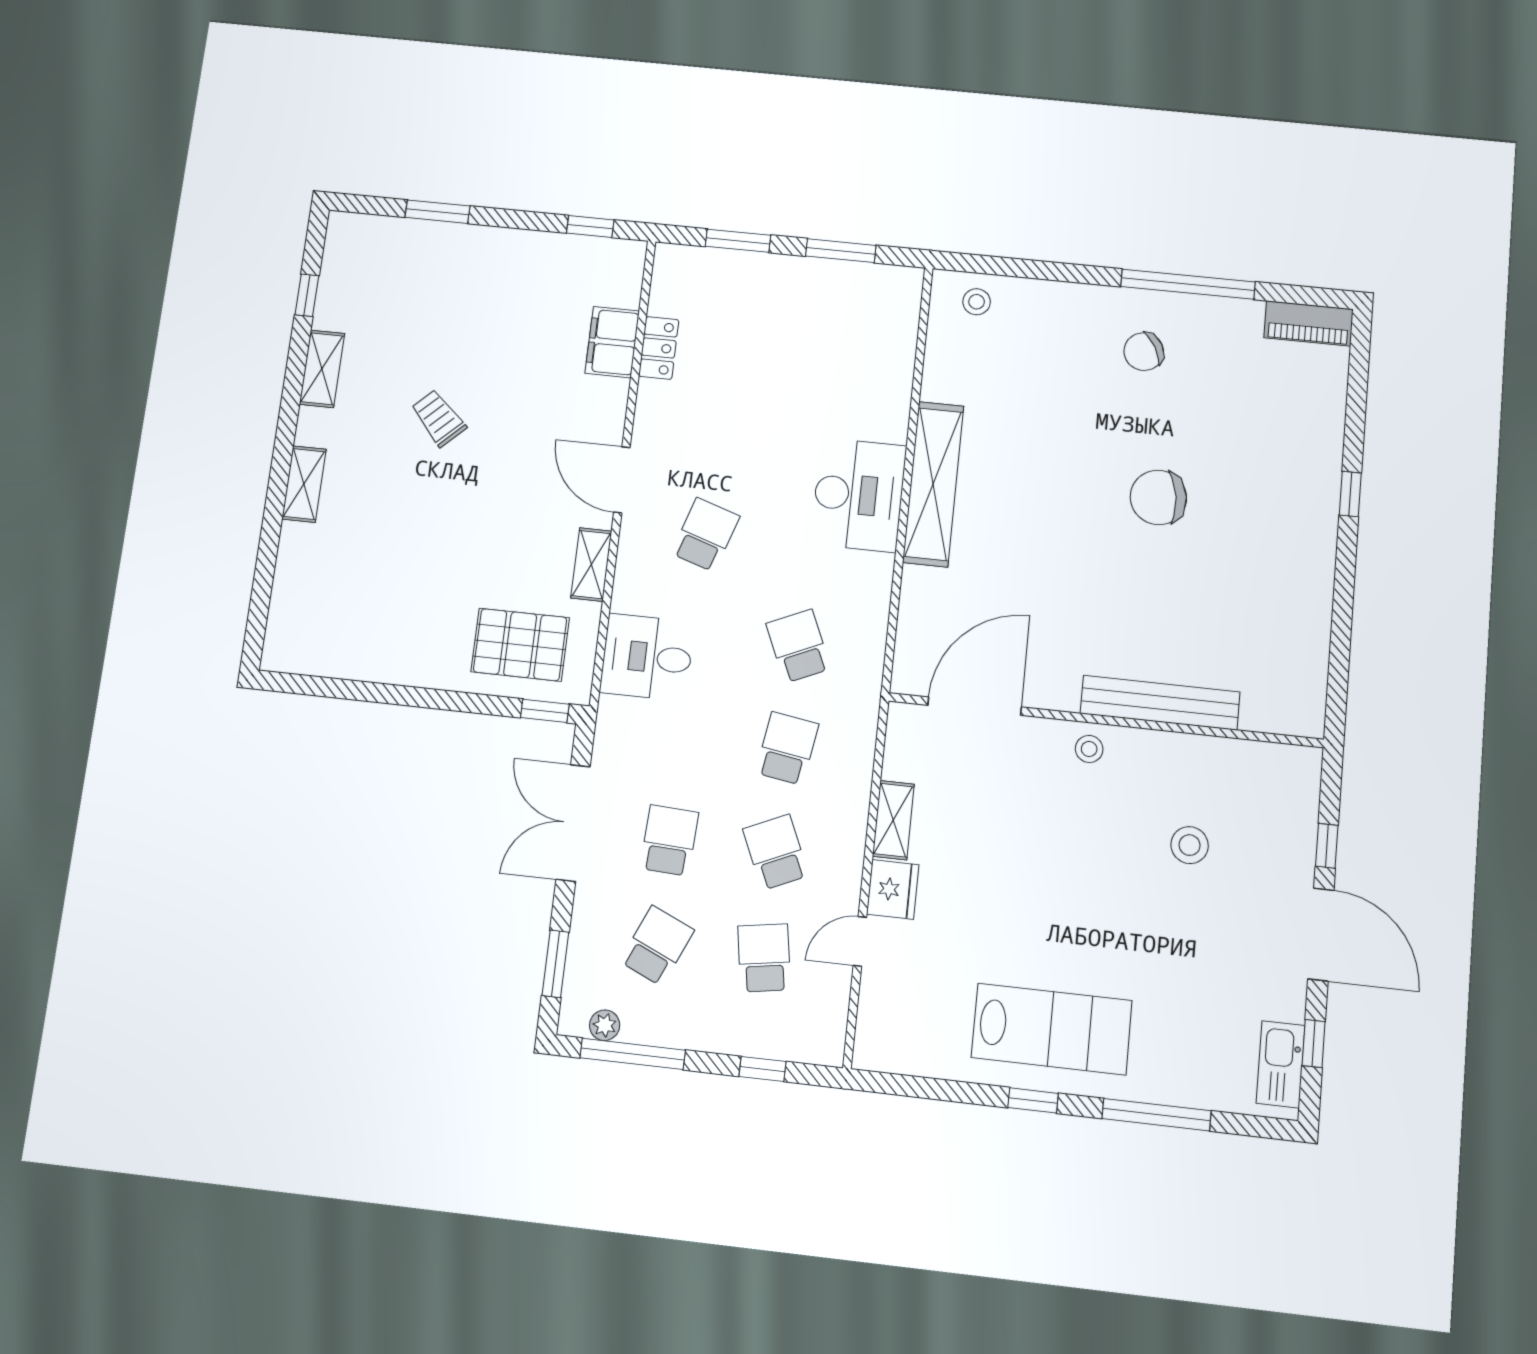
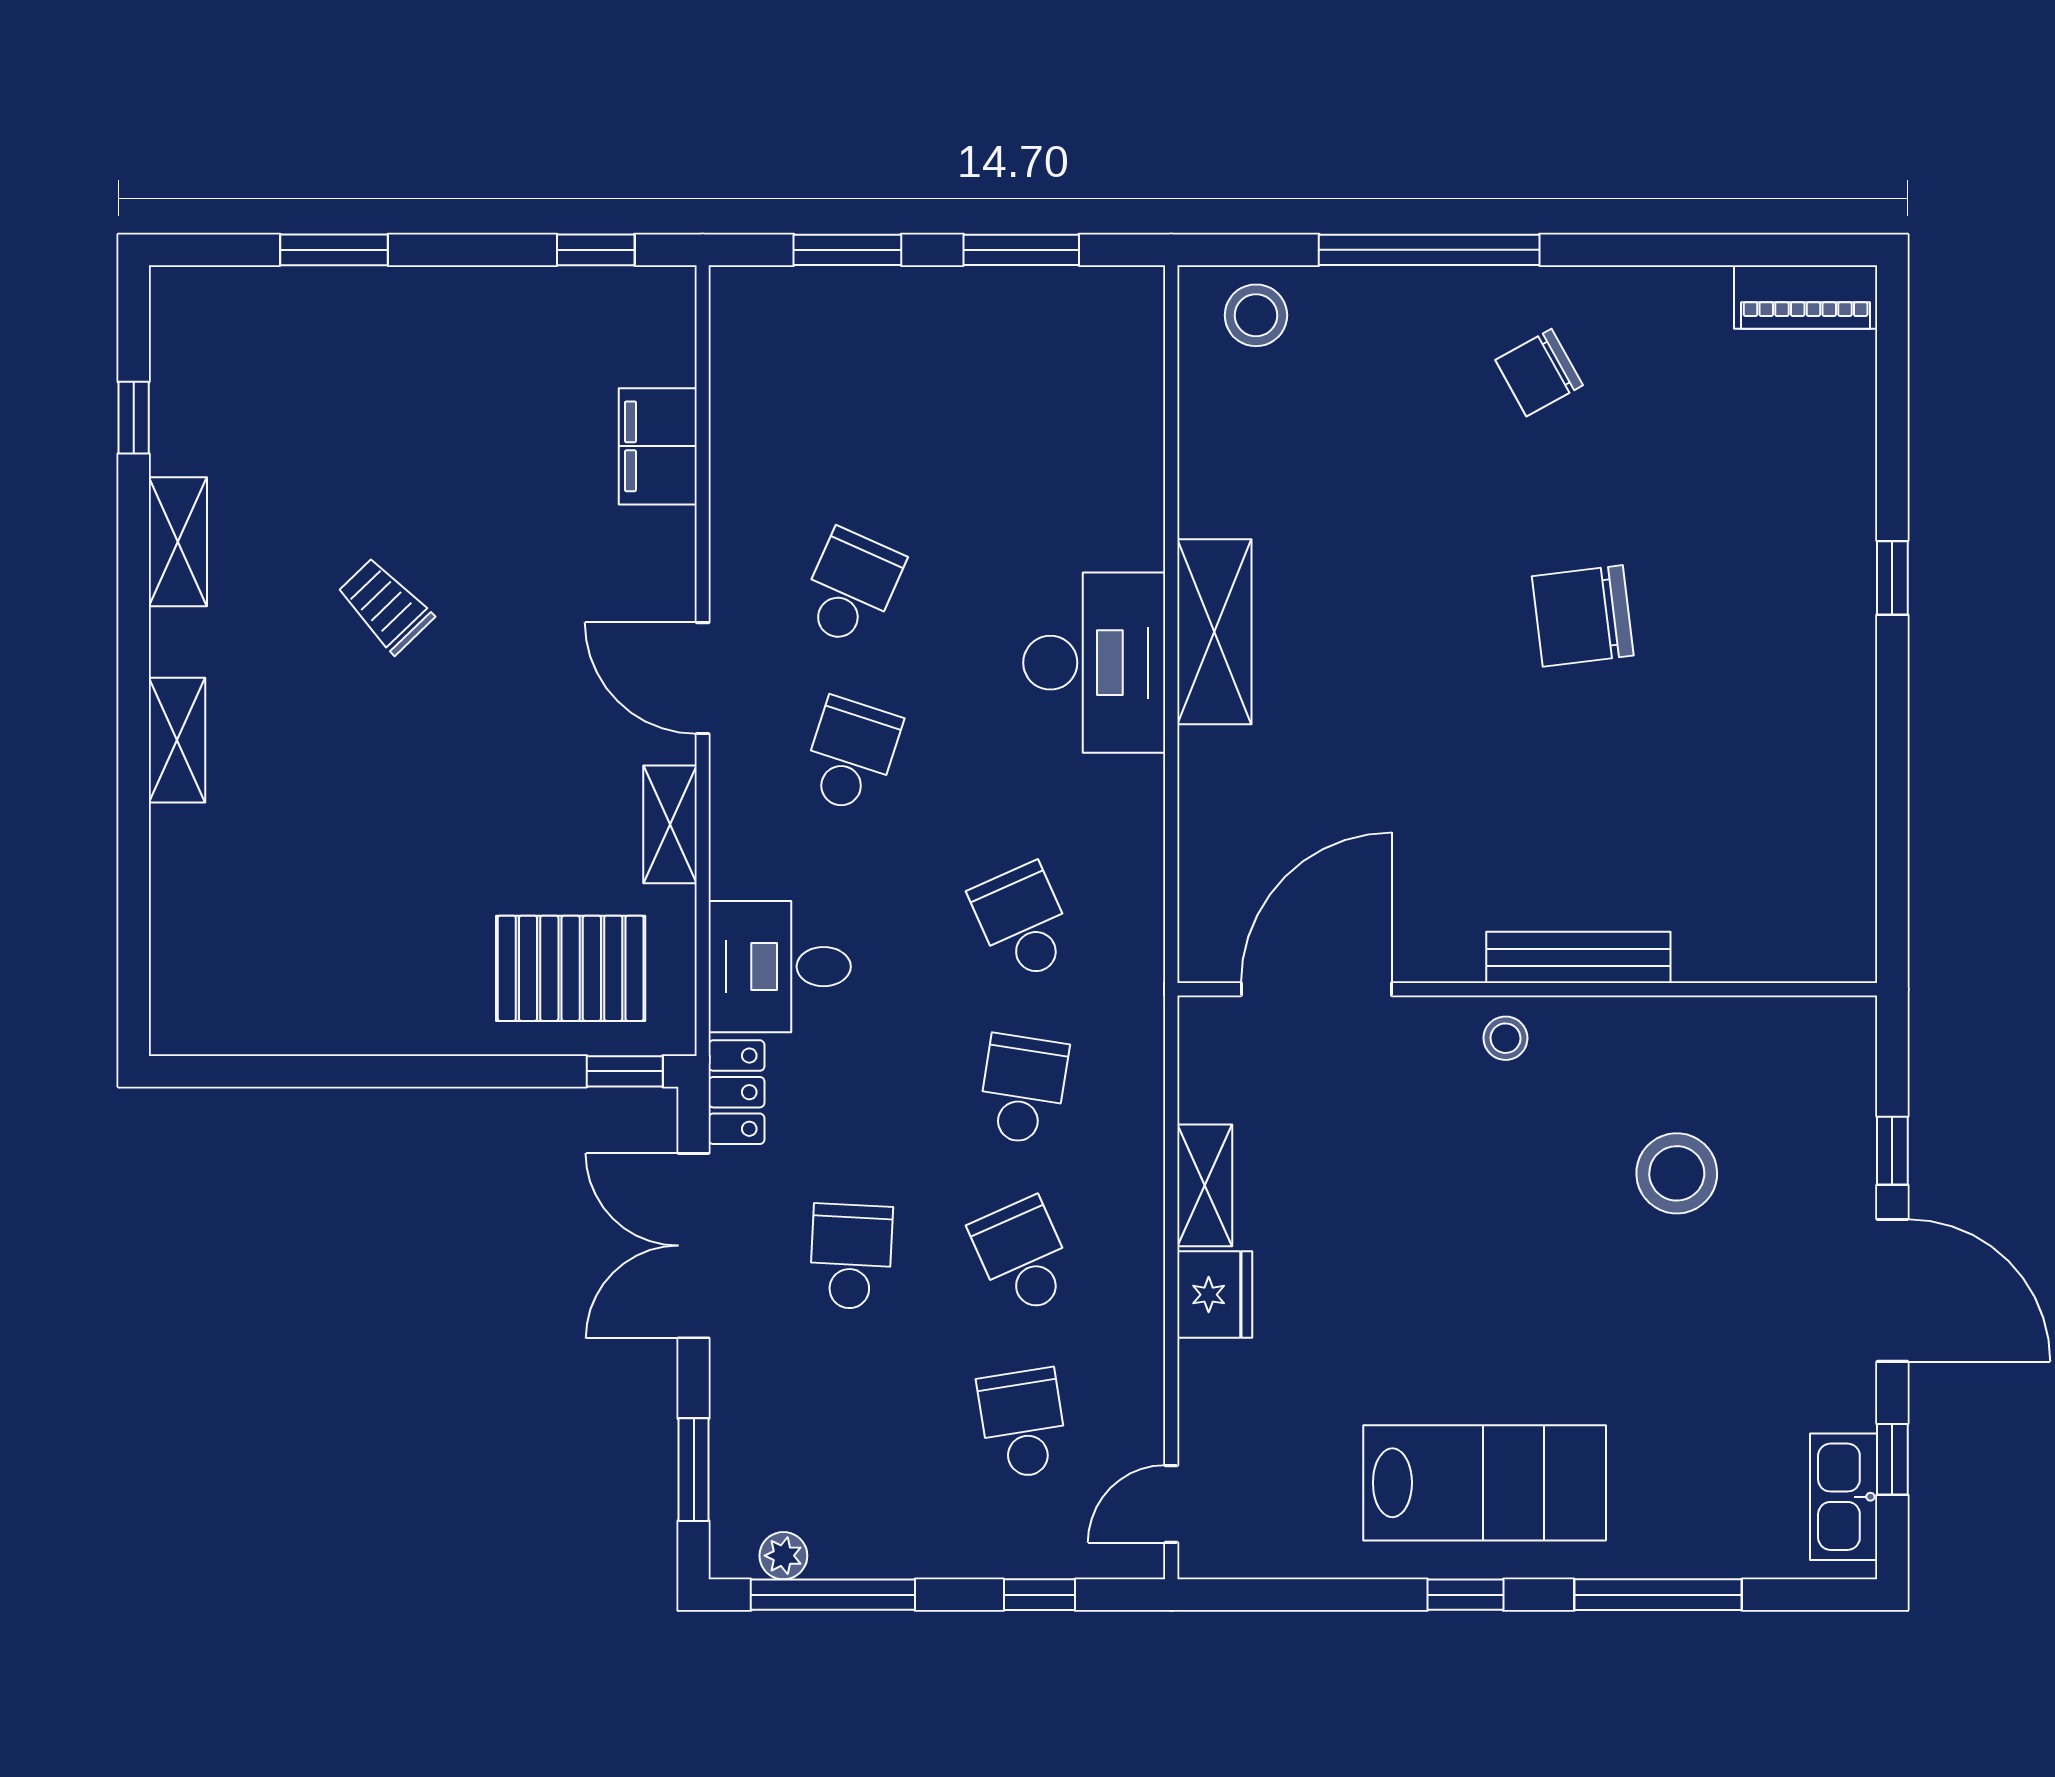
window: (1188, 284) -> (1429, 250), moved
stool: (977, 302) -> (1256, 315), width x1.37, depth x1.37
locker: (659, 348) -> (736, 1092), moved
shelving: (933, 484) -> (1214, 632), width x0.68
bench: (1160, 703) -> (1578, 957), width x0.73, depth x0.82
stool: (1190, 845) -> (1677, 1173), width x1.38, depth x1.38
door: (860, 941) -> (1171, 1504), moved
school desk: (657, 946) -> (851, 588), moved

